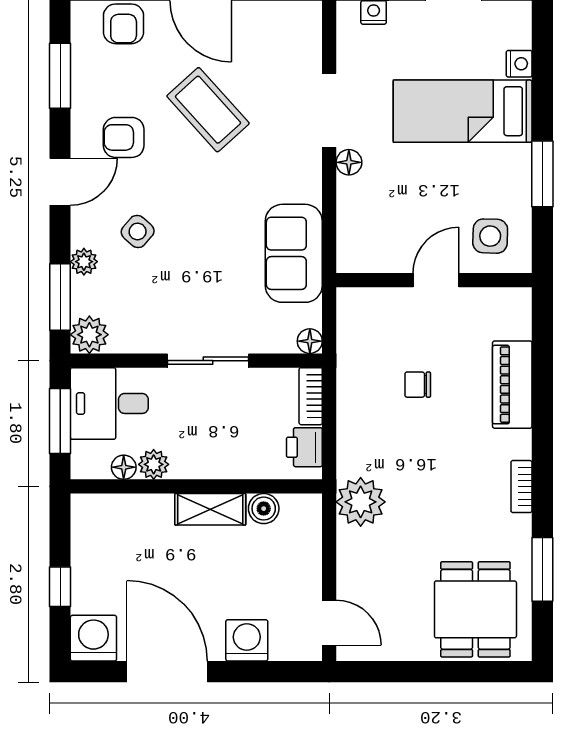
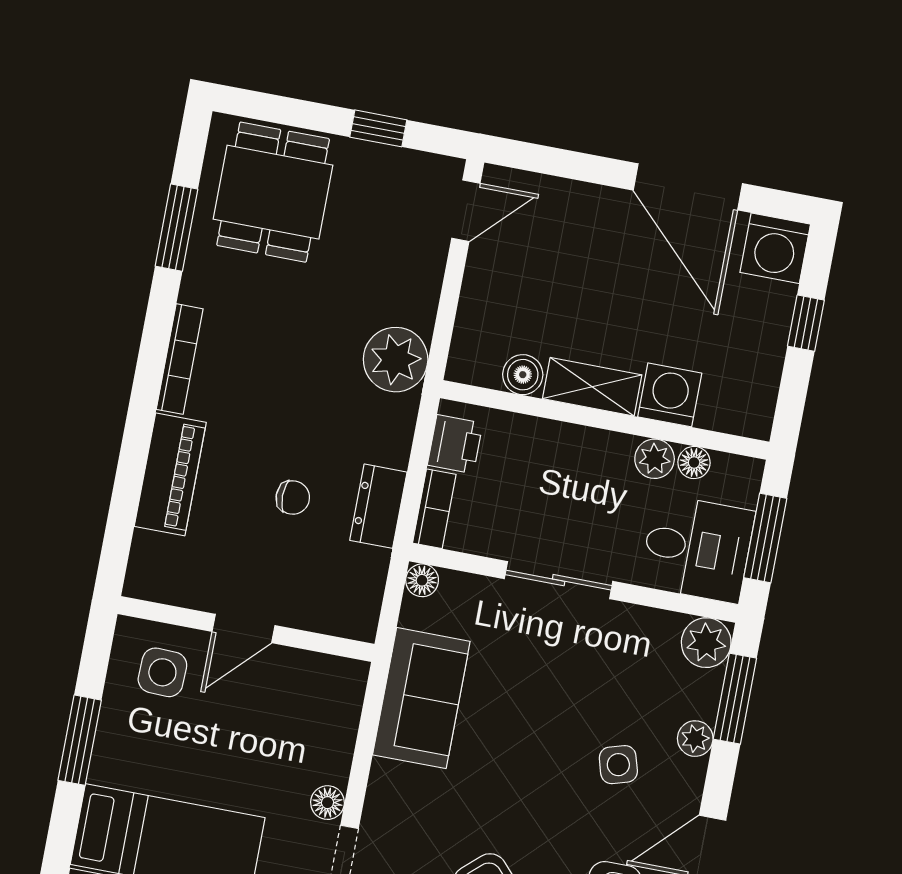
side table: (138, 231) -> (618, 765), turned 33
dresser: (353, 390) -> (378, 506), added
bookcase: (521, 487) -> (180, 359), width x1.56
door: (329, 623) -> (466, 211), swing flipped
washing machine: (247, 640) -> (670, 395), moved, turned 180
window: (406, 672) -> (378, 128), added

